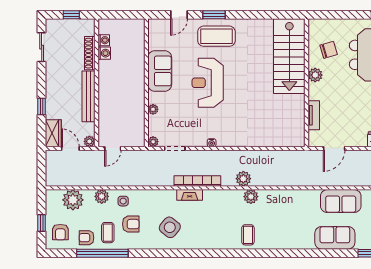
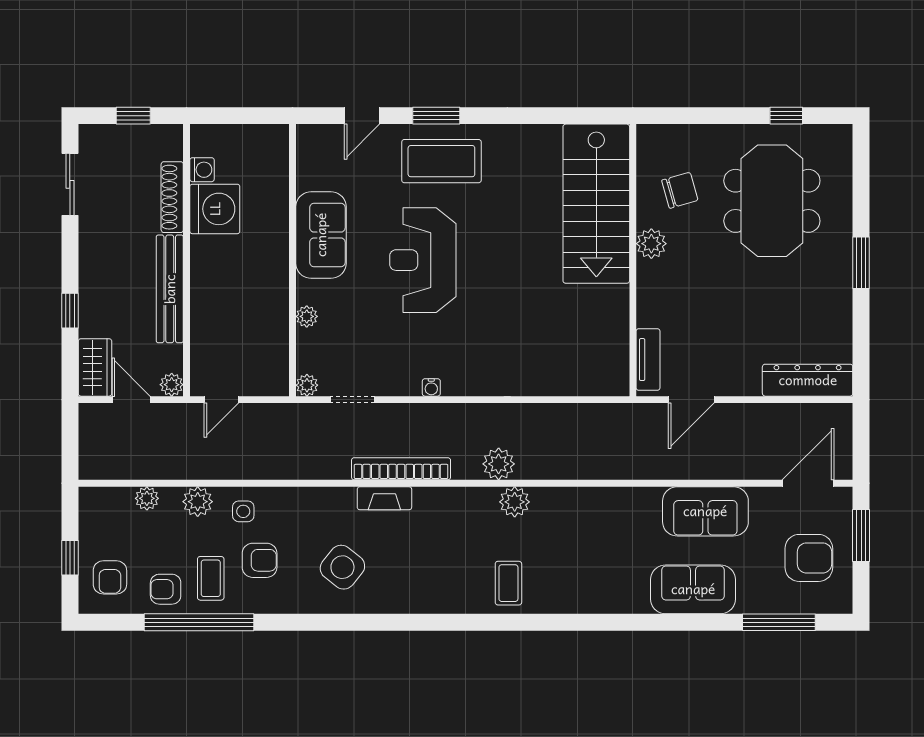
washing machine: (104, 53) -> (215, 209), width x1.89, depth x1.89
tv unit: (314, 115) -> (648, 360), moved
plant: (73, 200) -> (147, 498), width x0.53, depth x0.53

